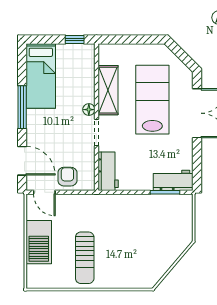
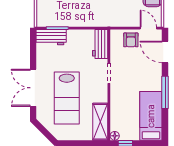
shelving: (108, 90) -> (100, 122), moved
floor lamp: (89, 110) -> (115, 136), moved

